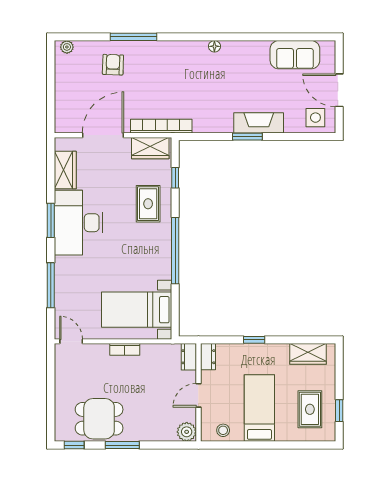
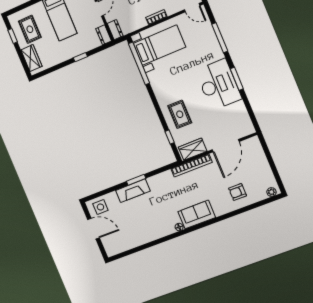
window: (133, 37) -> (232, 214), removed
sofa: (295, 55) -> (197, 215), moved
armchair: (113, 65) -> (238, 192), turned 88
wardrobe: (65, 170) -> (241, 114), removed
window: (175, 251) -> (139, 63), moved
wardrobe: (308, 354) -> (31, 58), moved, turned 90

